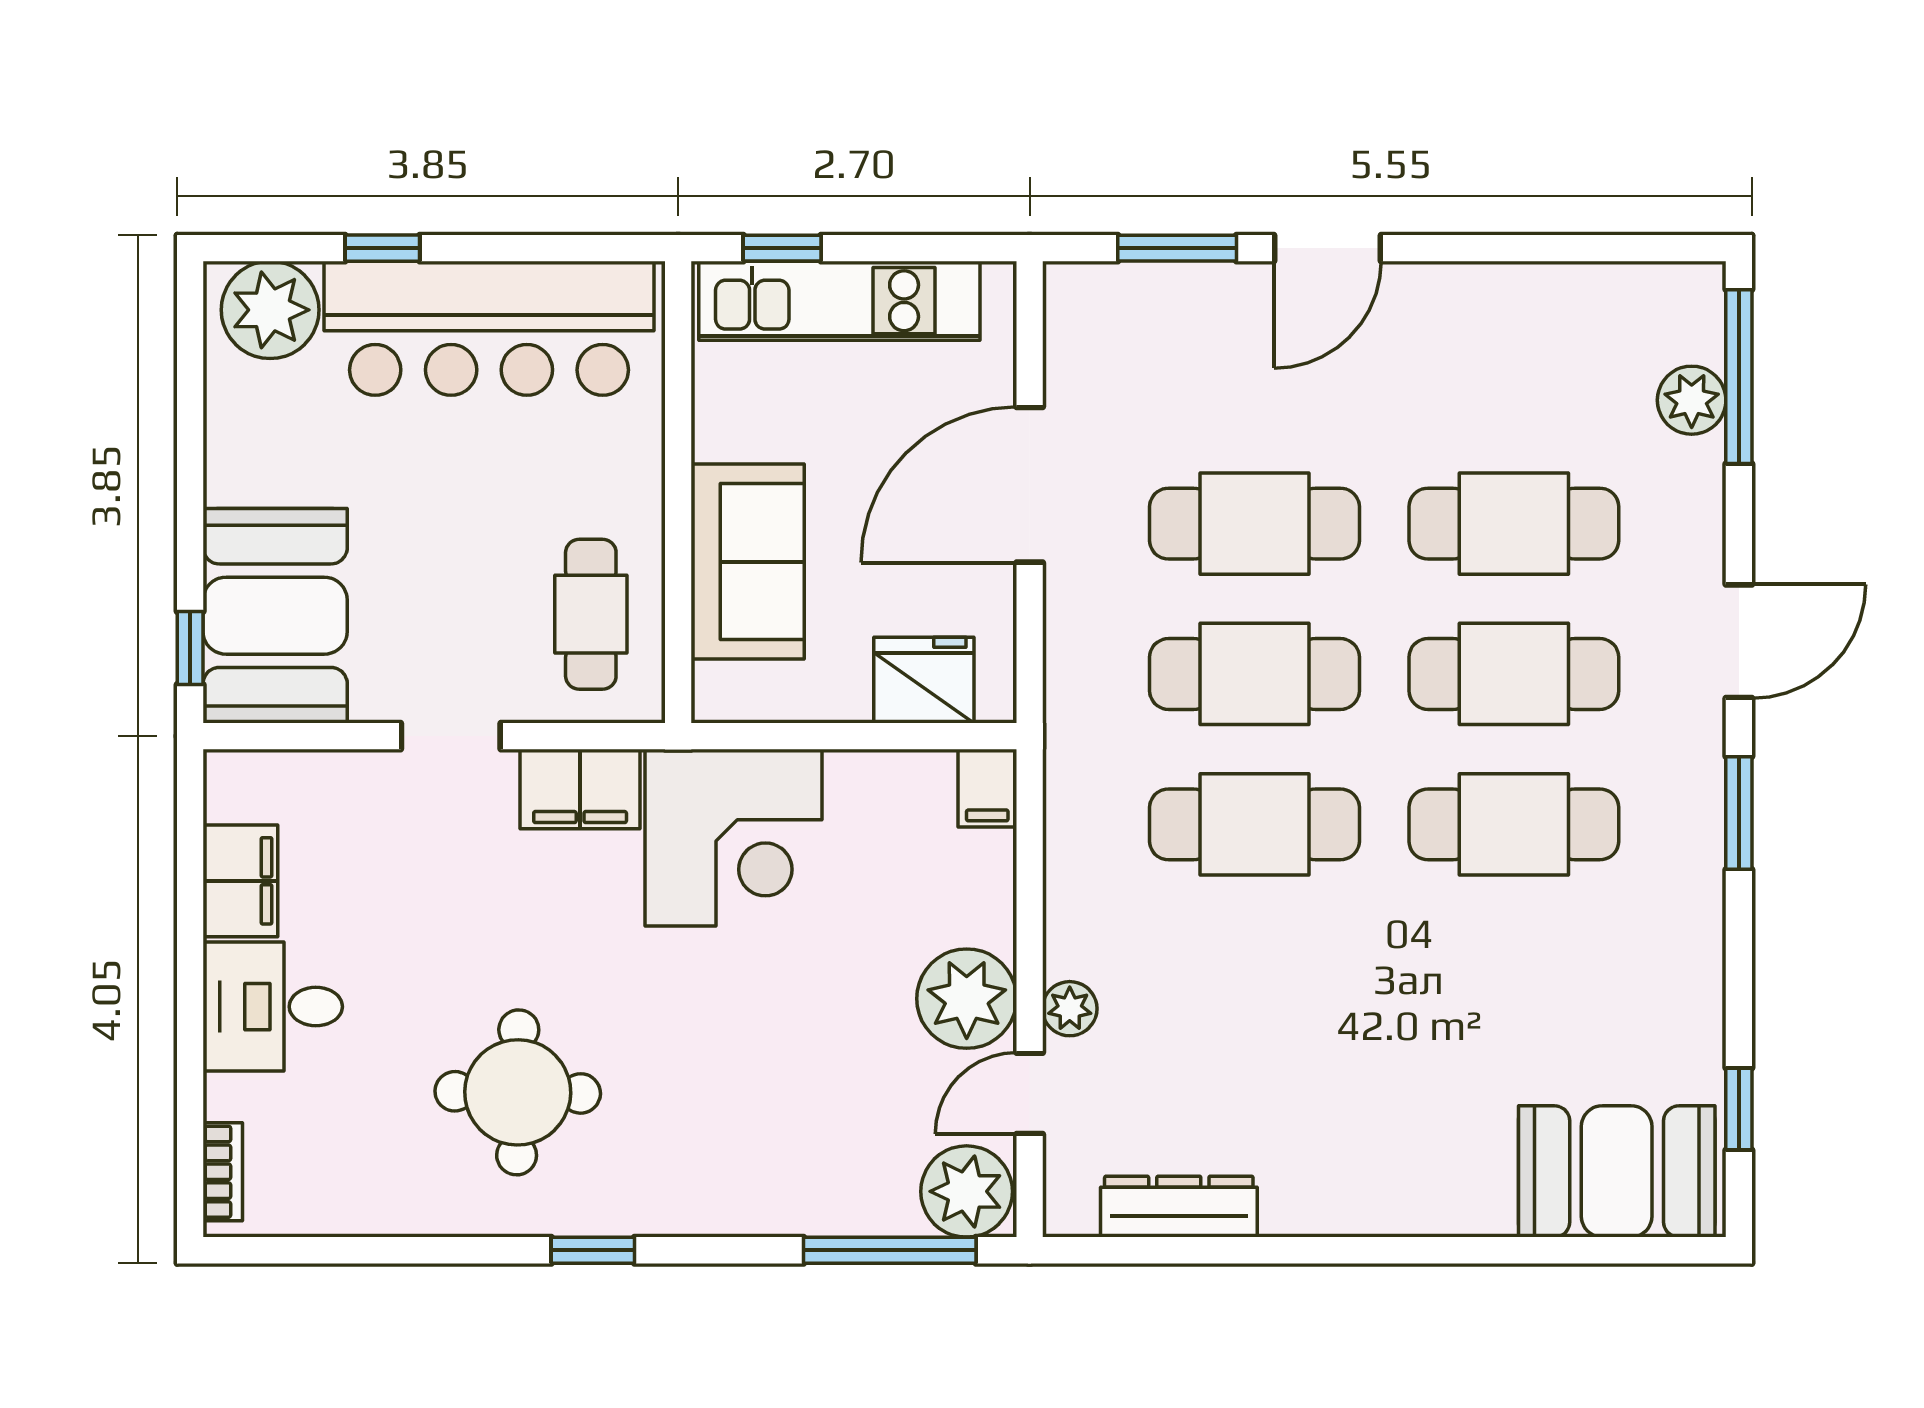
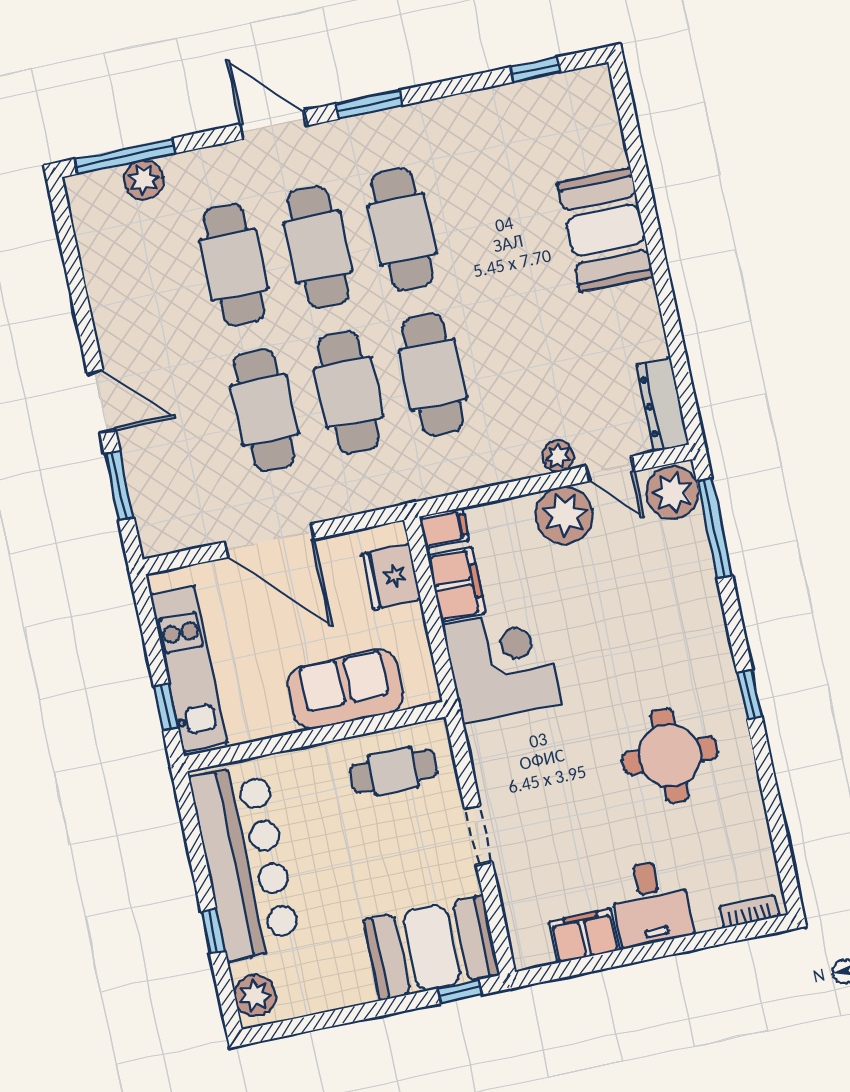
plant: (270, 310) -> (255, 995), width x0.73, depth x0.73
filing cabinet: (580, 789) -> (456, 584), moved
booth: (1617, 1171) -> (605, 230), moved
dresser: (1179, 1207) -> (663, 404), moved

